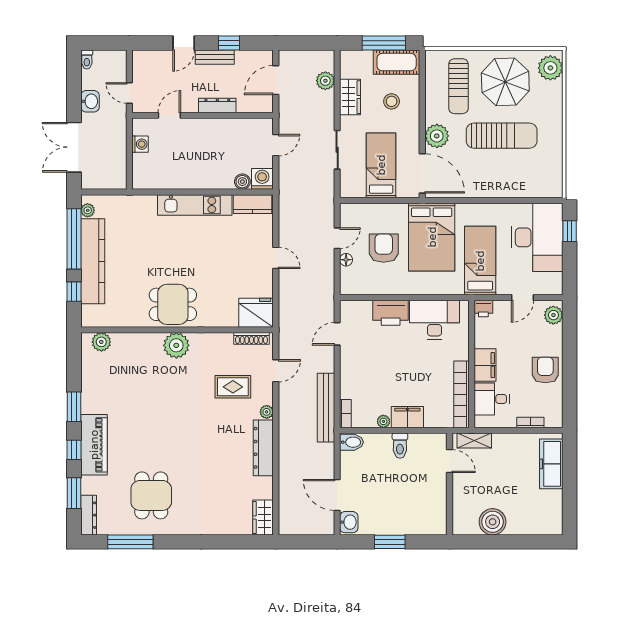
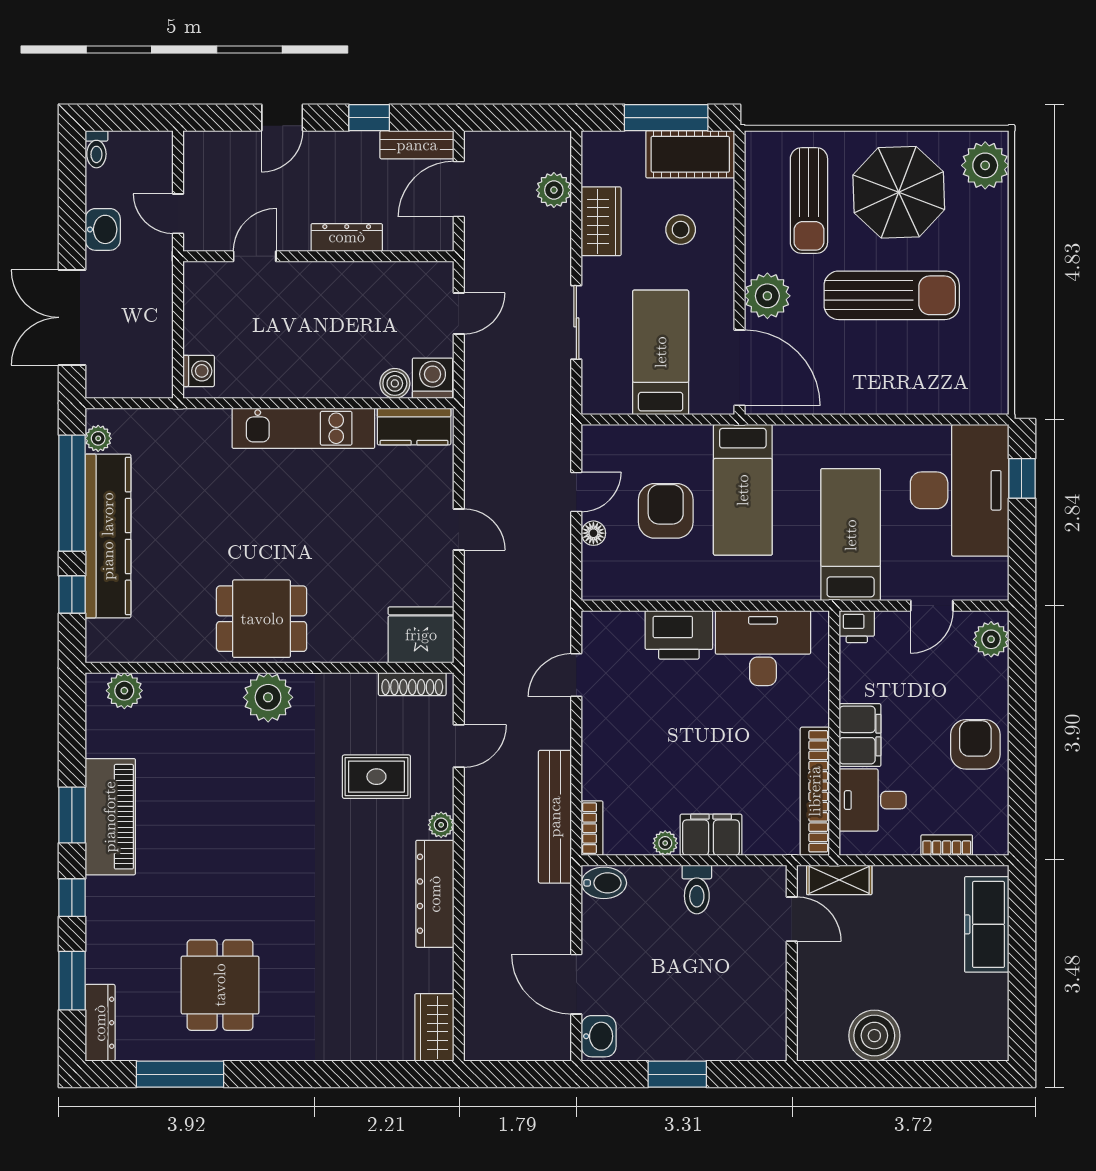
bench: (215, 57) -> (417, 145), moved
washing machine: (140, 144) -> (199, 371), moved
bed: (432, 237) -> (743, 490), width x0.67
piano: (94, 445) -> (110, 817), moved

